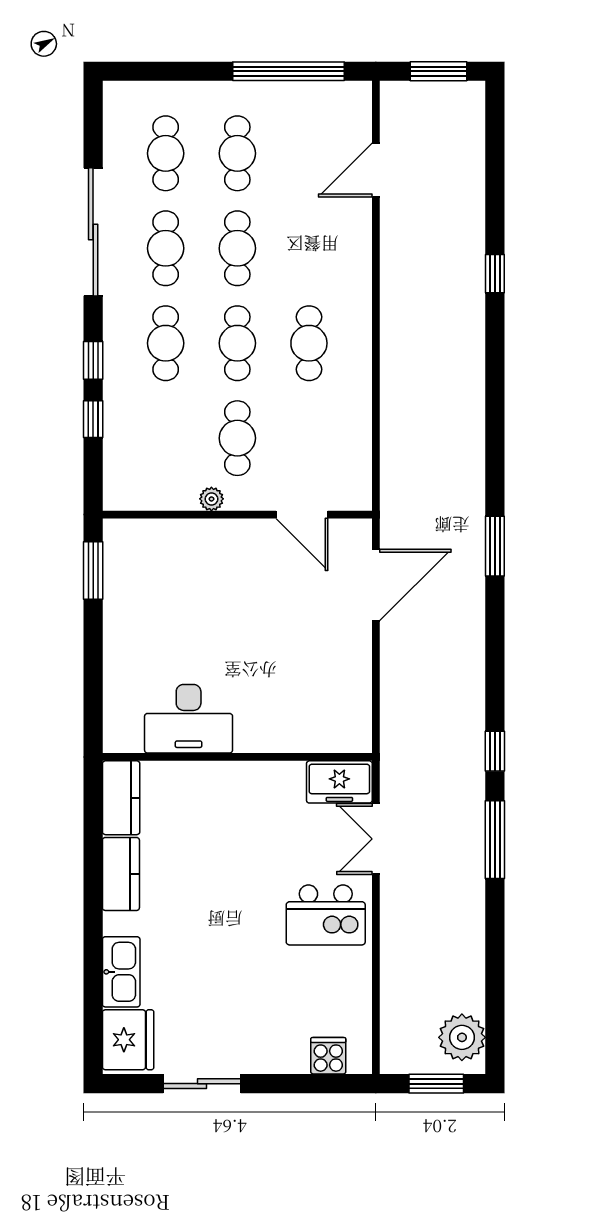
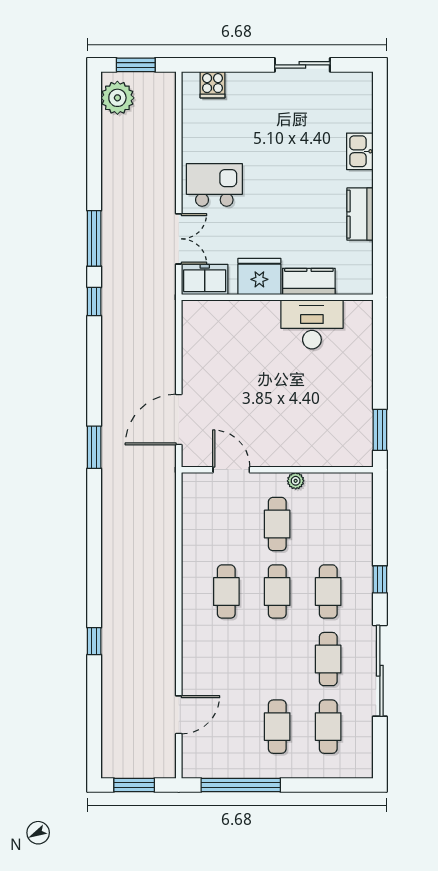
cafe table: (237, 248) -> (277, 659), removed
window: (93, 419) -> (380, 538), removed
kitchen counter: (121, 798) -> (309, 281), moved, turned 90
kitchen sink: (121, 972) -> (360, 151), width x0.73
fridge: (128, 1040) -> (259, 276), moved, turned 90

